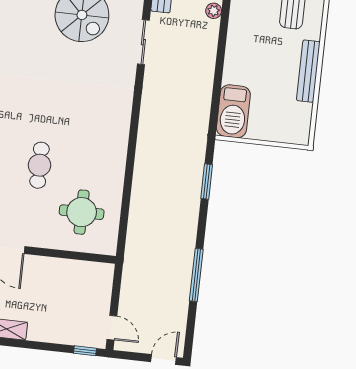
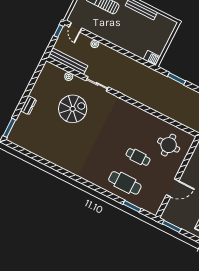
barbecue: (233, 111) -> (152, 58), width x0.53, depth x0.65

